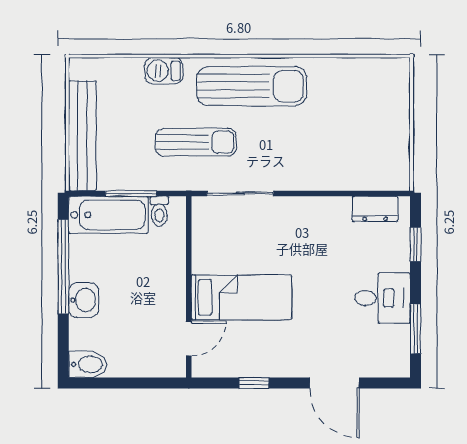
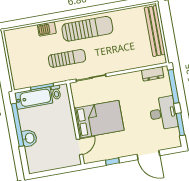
bench: (82, 136) -> (155, 31), moved
window: (416, 244) -> (174, 86), width x2.17
bed: (241, 297) -> (99, 119), width x1.50
desk: (383, 298) -> (163, 113), width x1.37
bidet: (88, 364) -> (36, 167), removed

